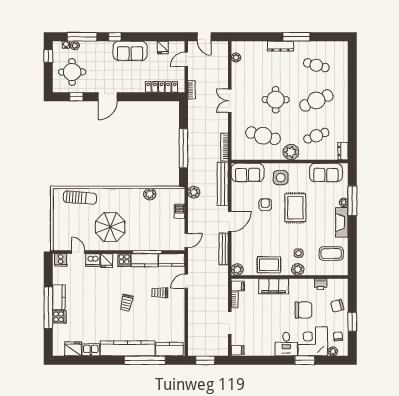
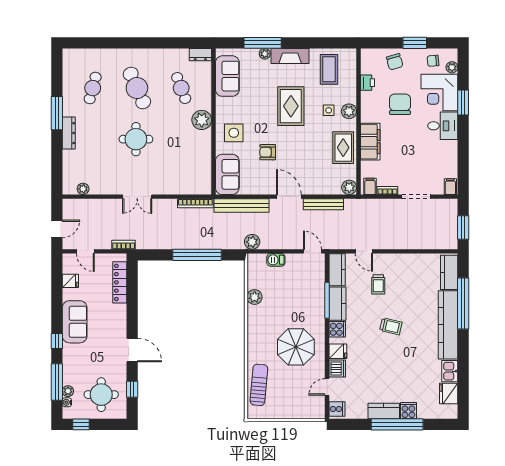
cafe table: (263, 136) -> (181, 155), removed
rug: (295, 208) -> (291, 106), moved, turned 90

